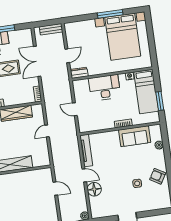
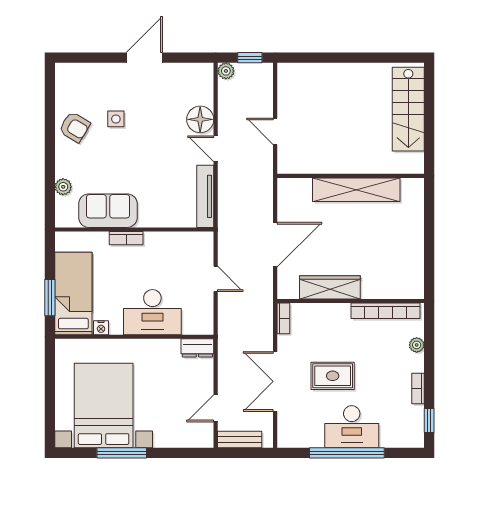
door: (67, 56) -> (216, 408), moved
double door: (37, 61) -> (275, 381), swing flipped
window: (160, 101) -> (50, 298), moved
door: (47, 131) -> (275, 245), width x1.88

